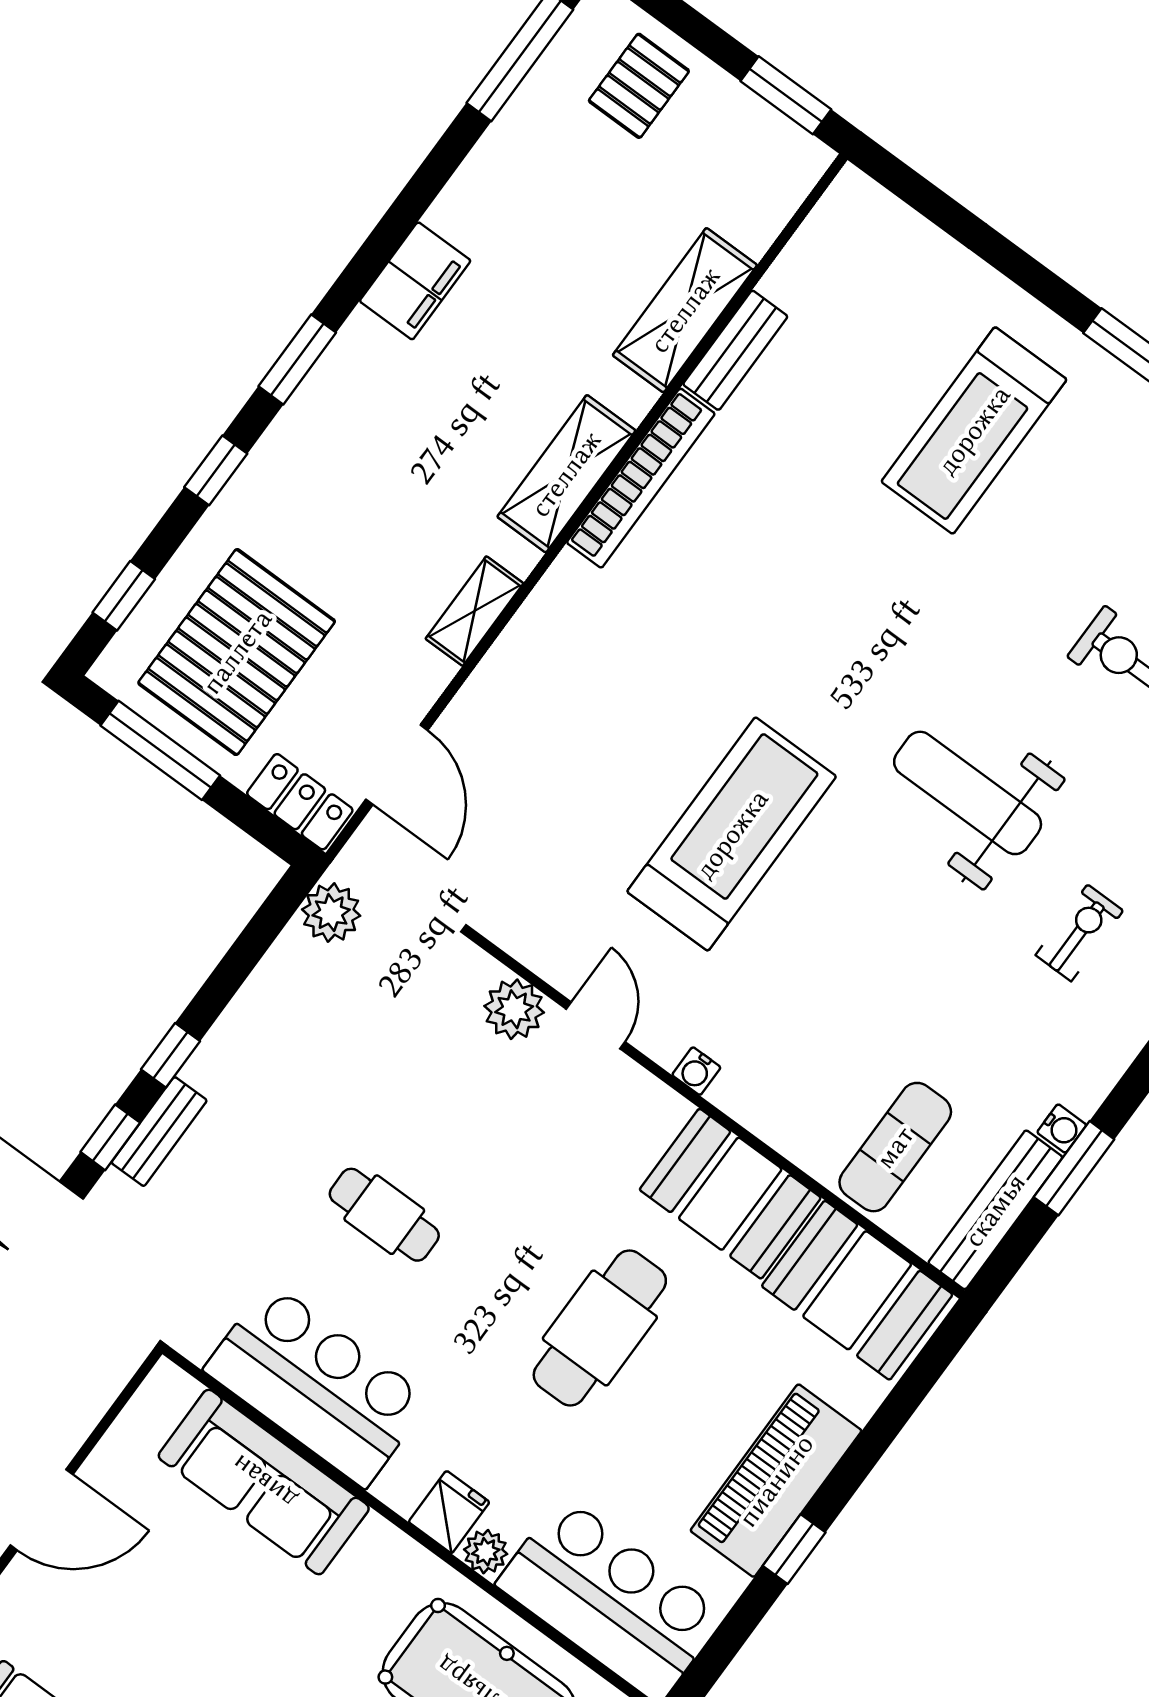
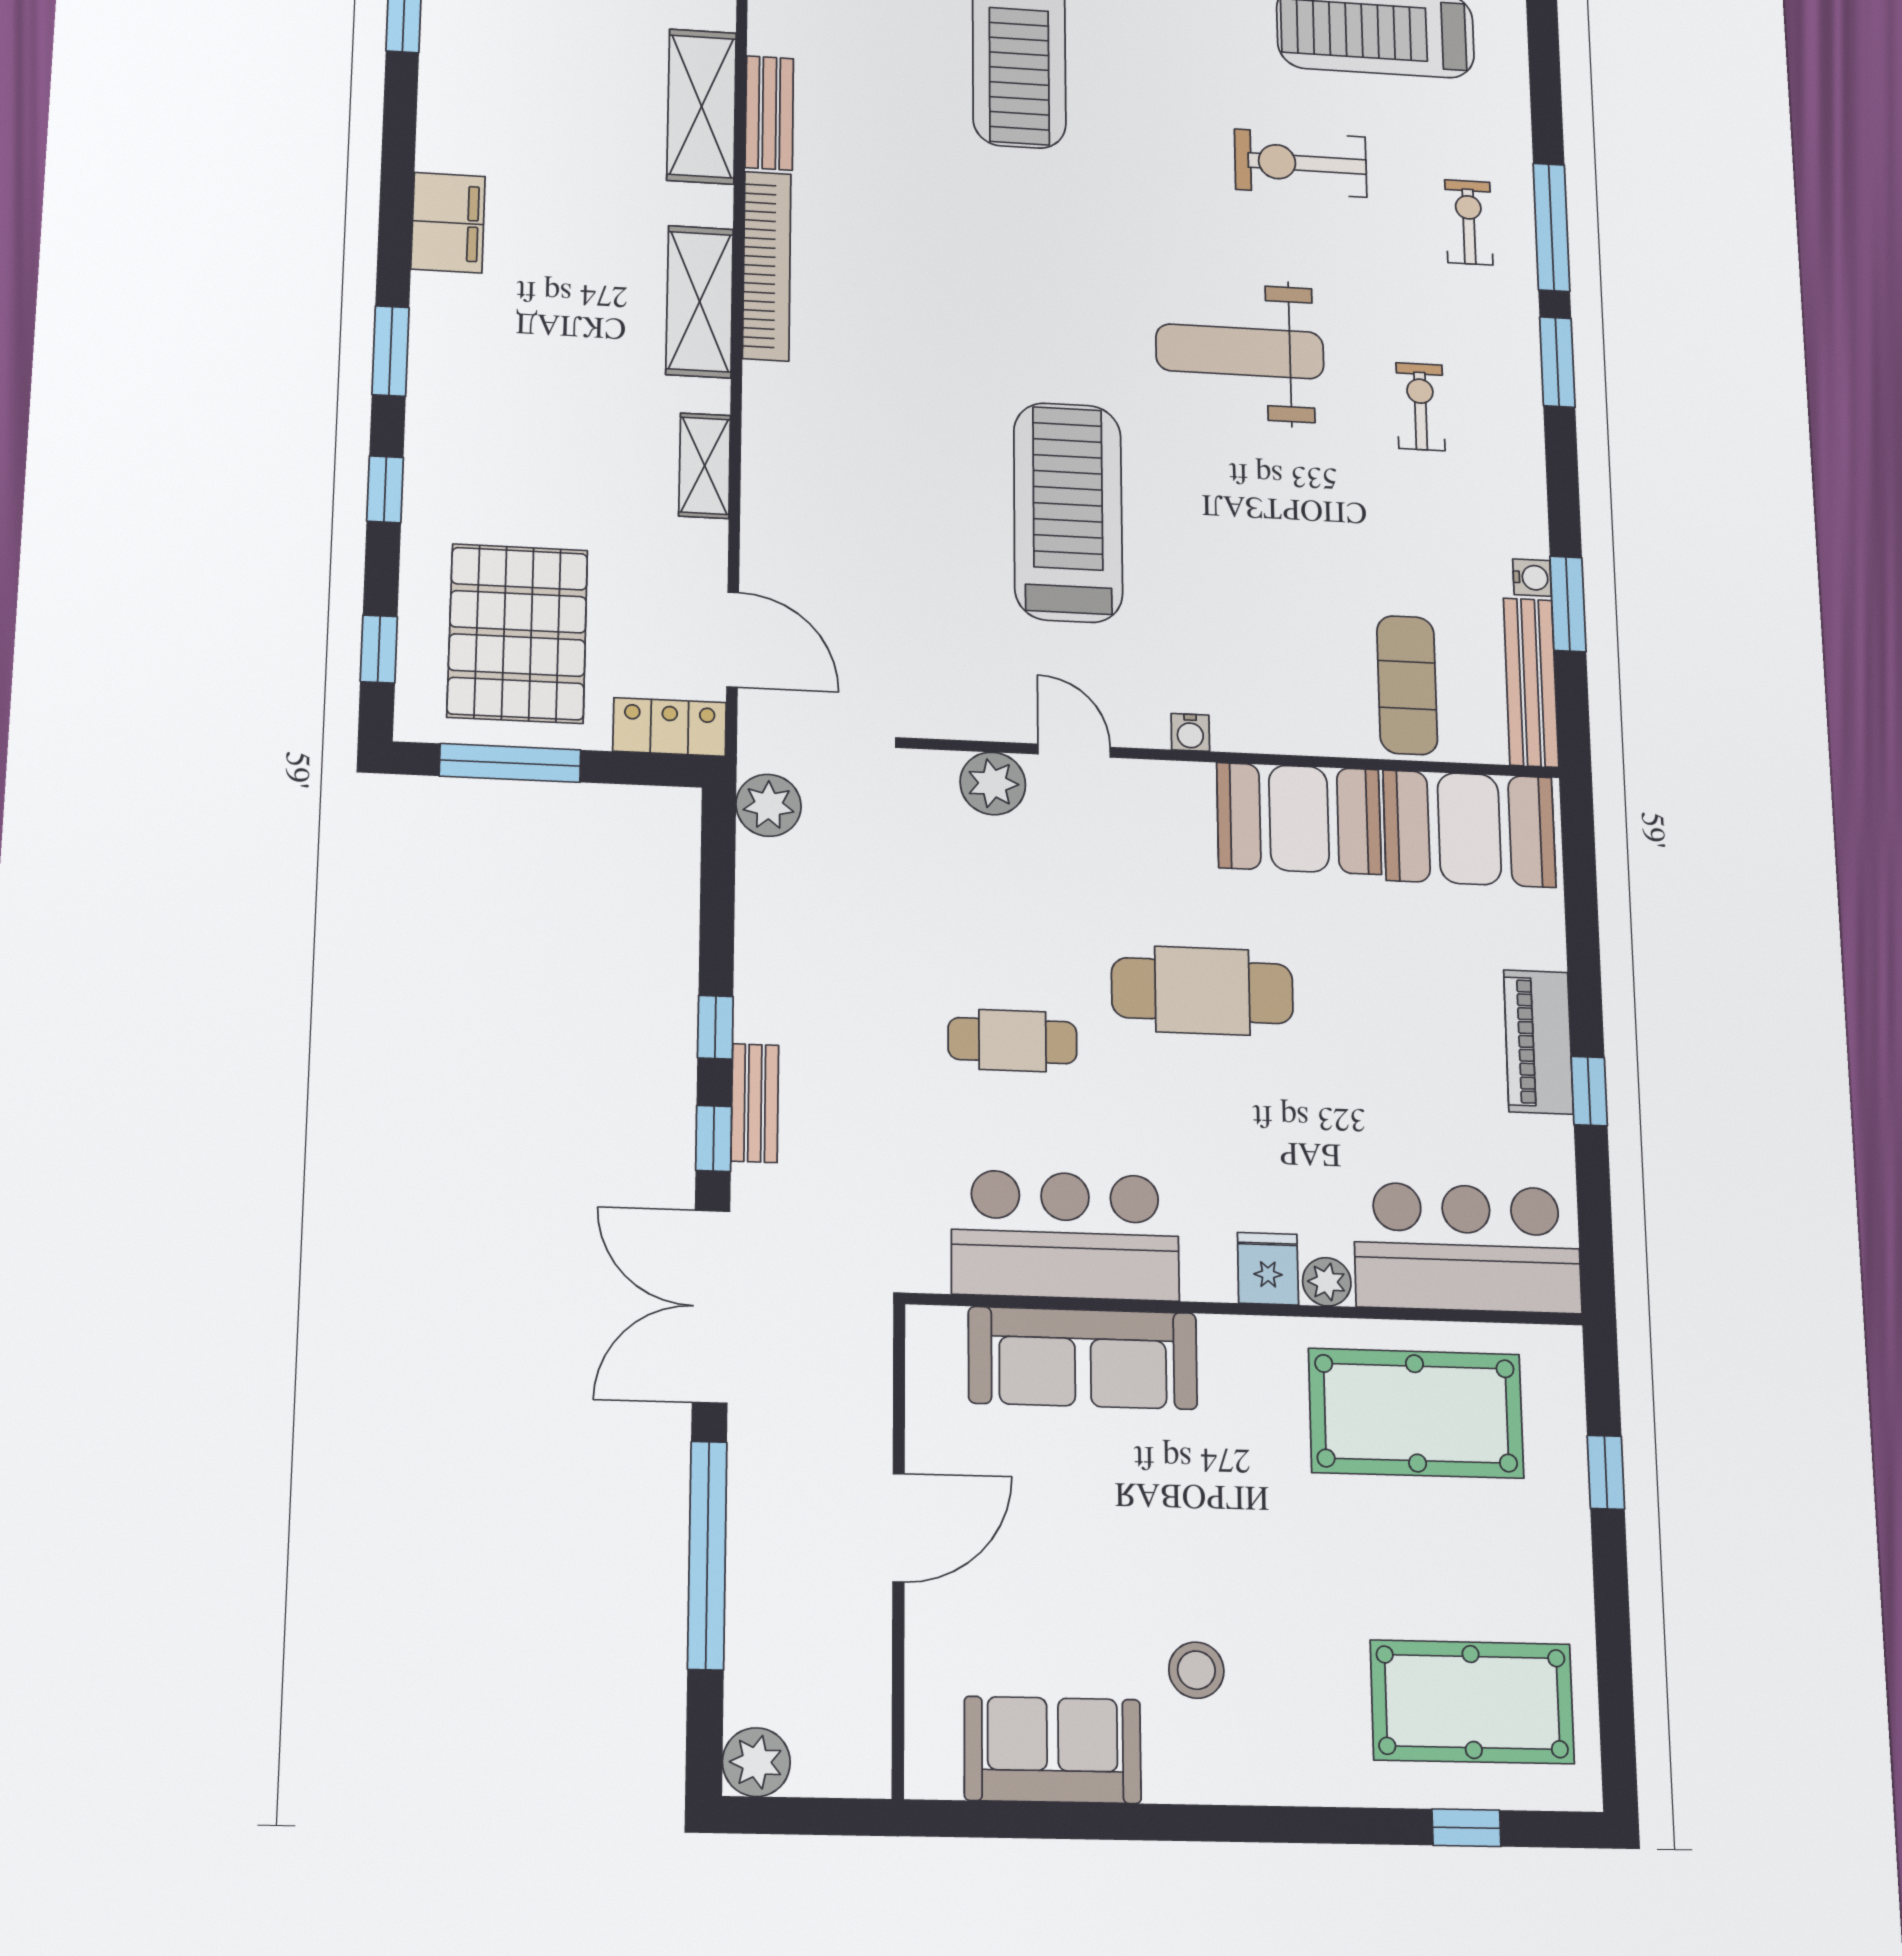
cafe table: (600, 1328) -> (1202, 991), moved, turned 90
piano: (776, 1481) -> (1538, 1042), width x0.73, depth x0.75

